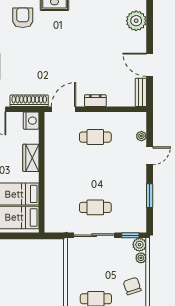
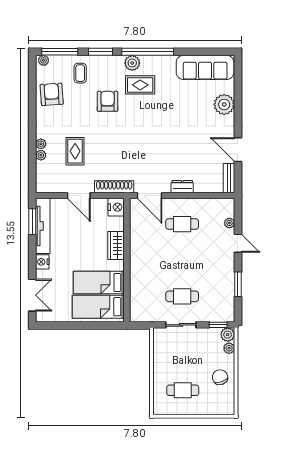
door: (64, 109) -> (150, 195), swing flipped
door: (150, 156) -> (238, 243), hinge flipped
sliding door: (94, 235) -> (181, 325), width x0.73

